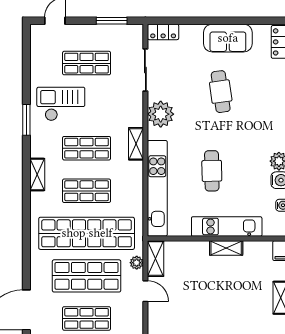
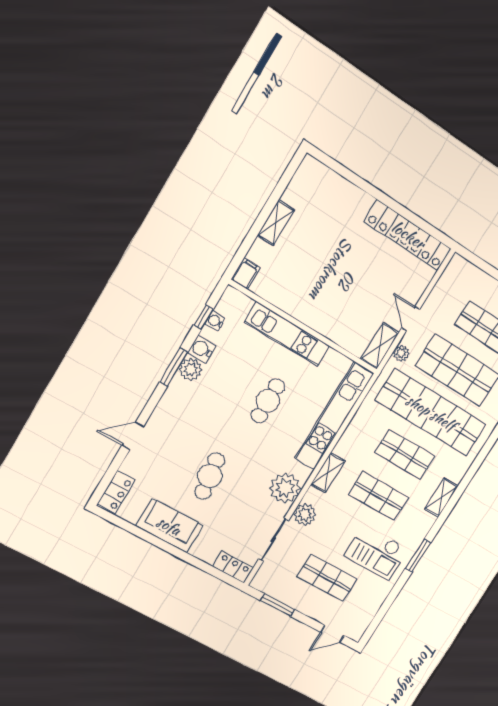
plant: (134, 102) -> (305, 515), added
shelving: (226, 248) -> (301, 312), removed

